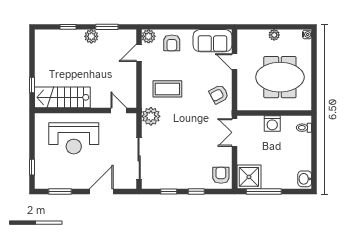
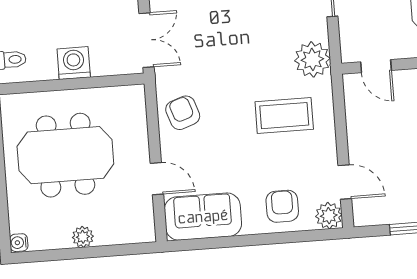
door: (139, 53) -> (345, 182), hinge flipped
armchair: (219, 94) -> (183, 113), turned -81

